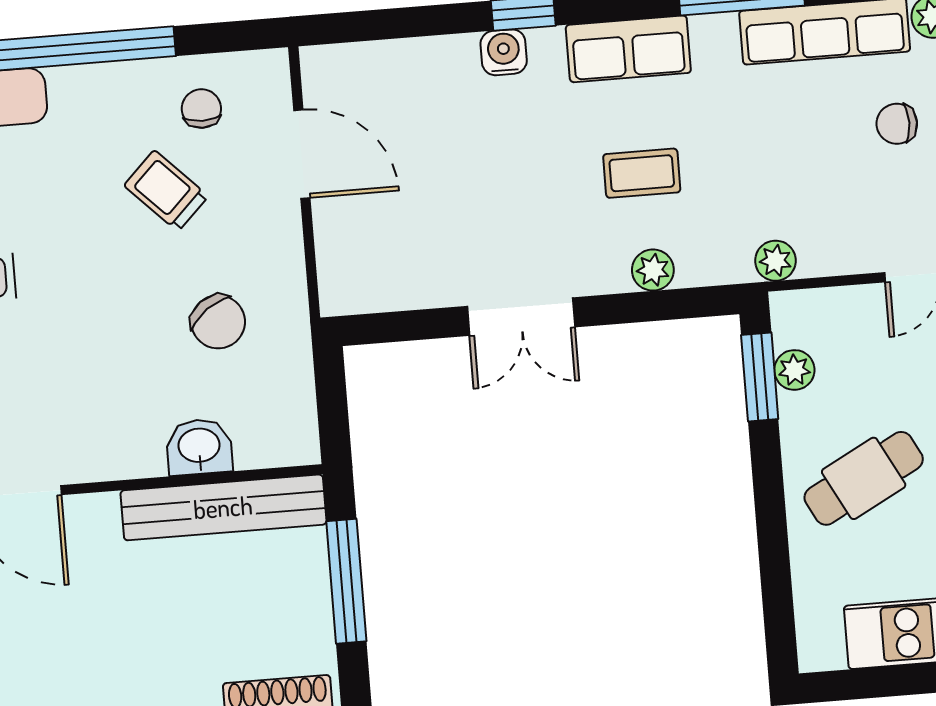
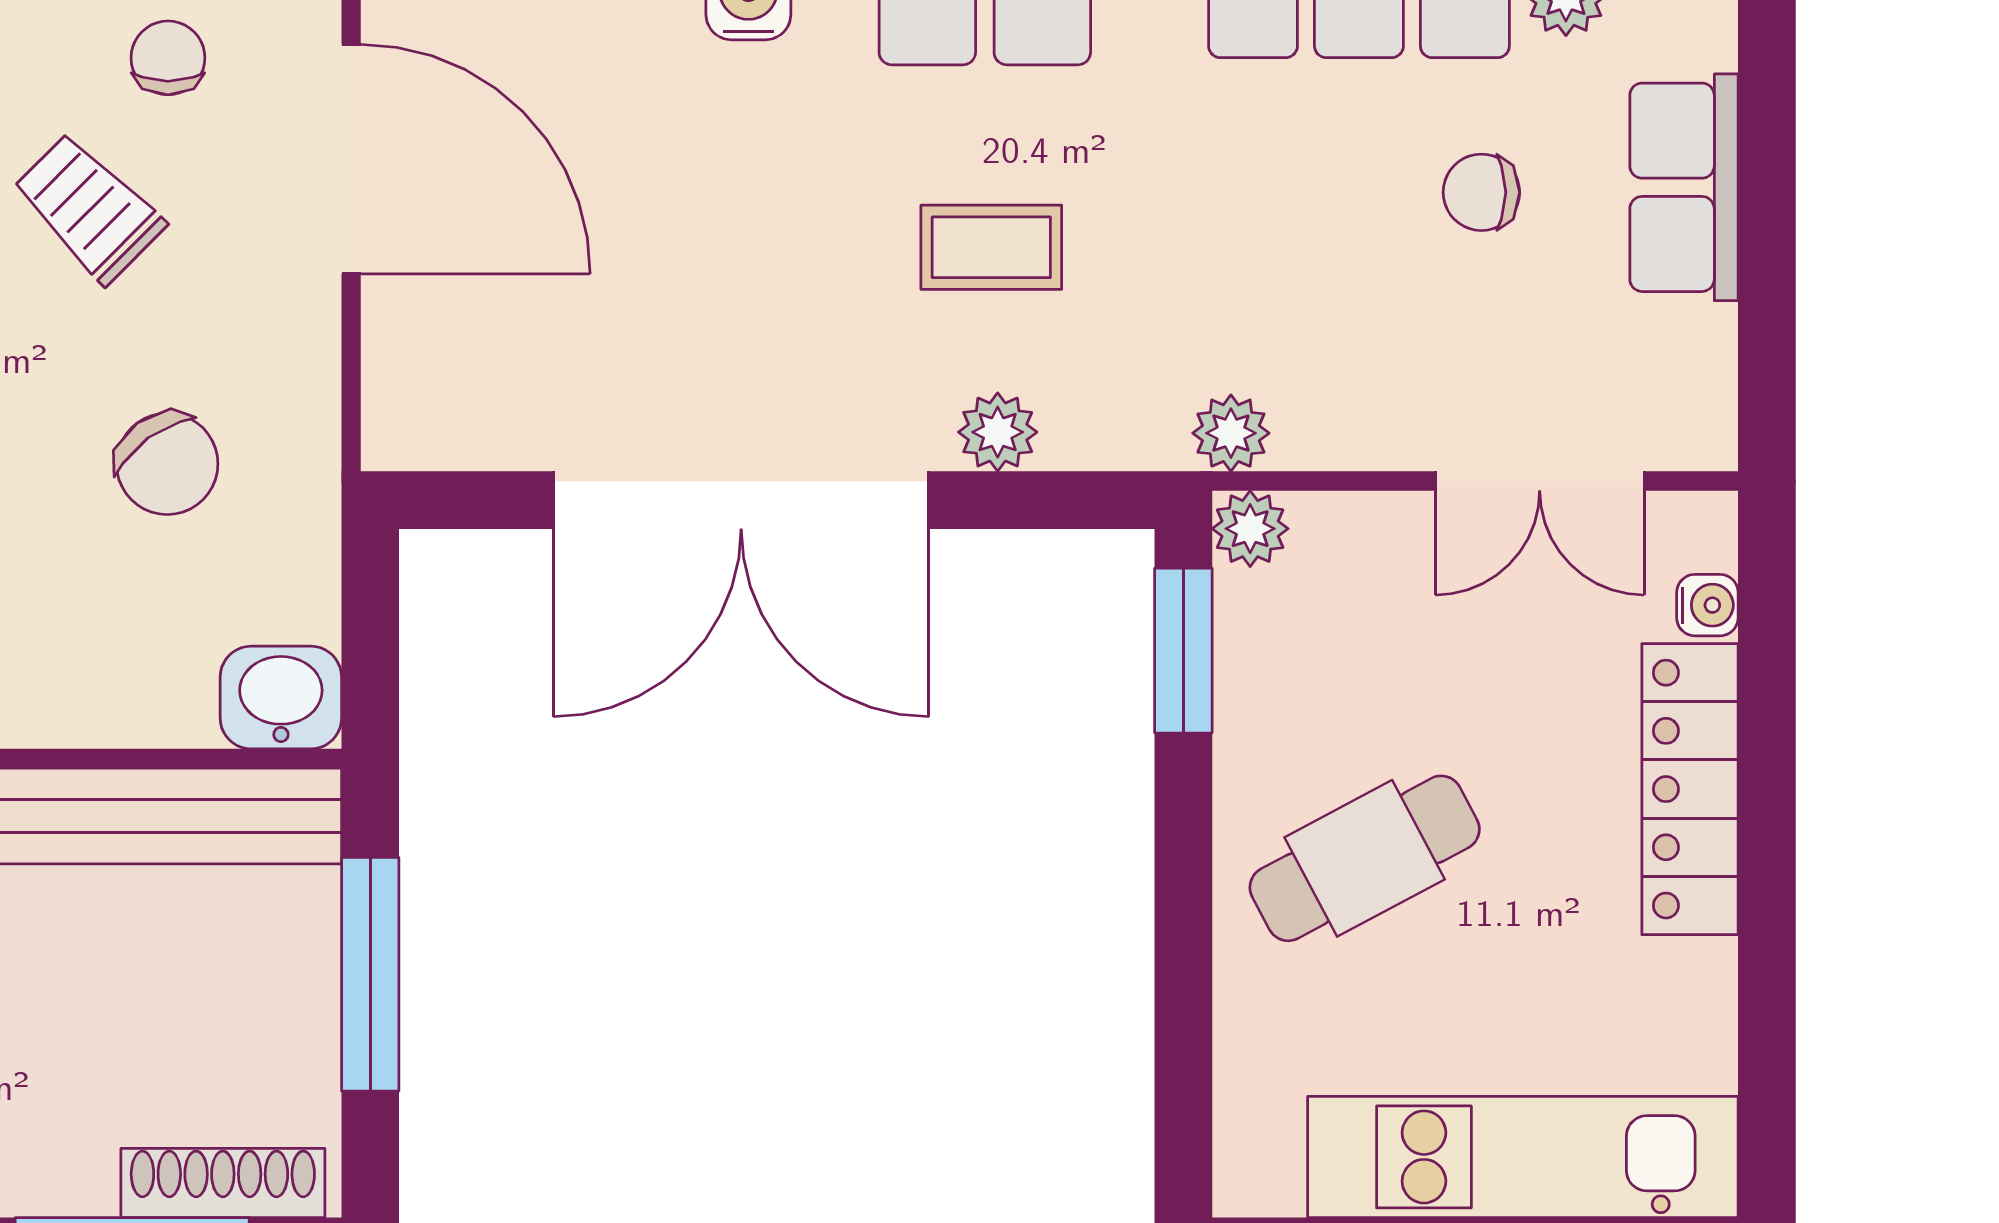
door: (302, 154) -> (351, 159), width x1.36
double door: (521, 317) -> (741, 500), width x1.87
plant: (794, 370) -> (1250, 529), moved
washbasin: (199, 447) -> (281, 698), moved

